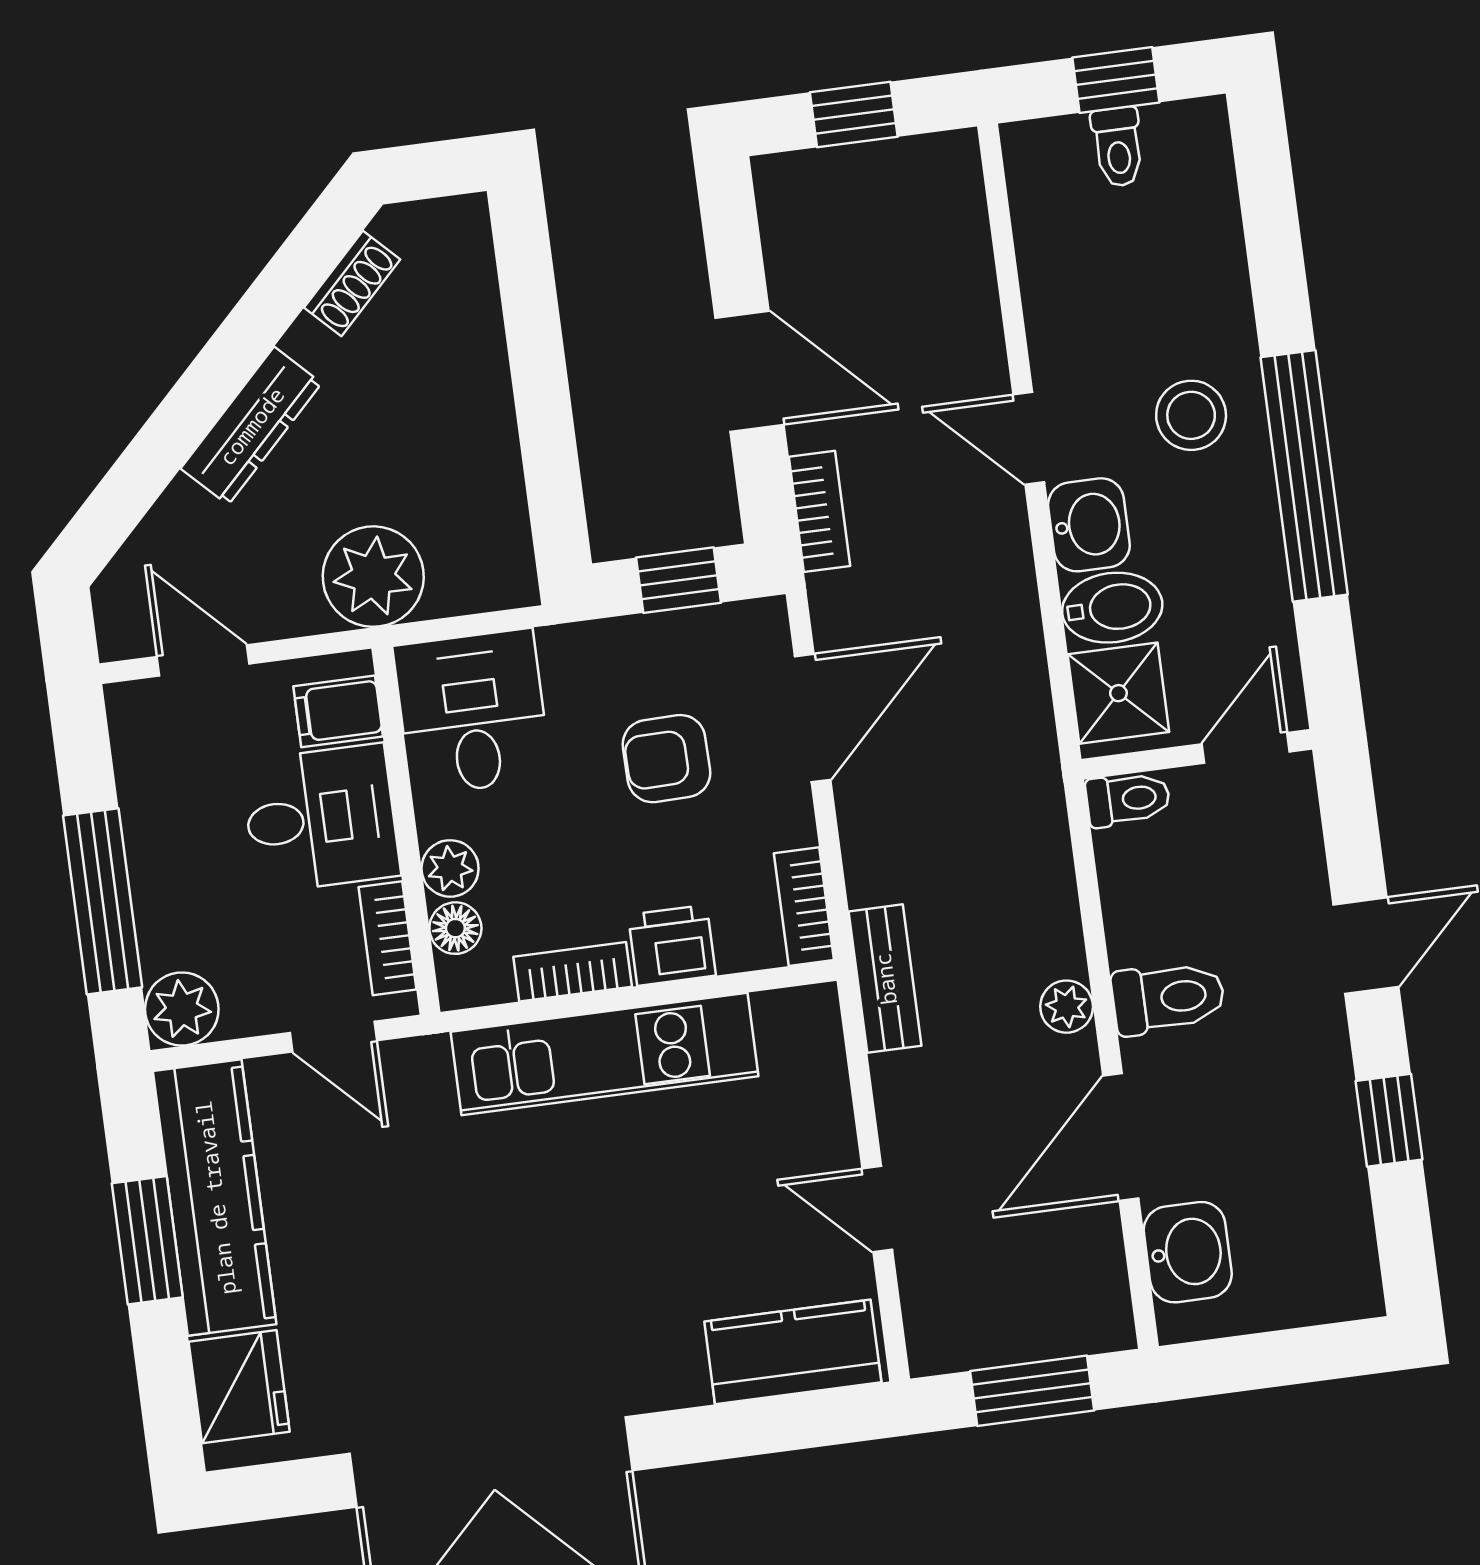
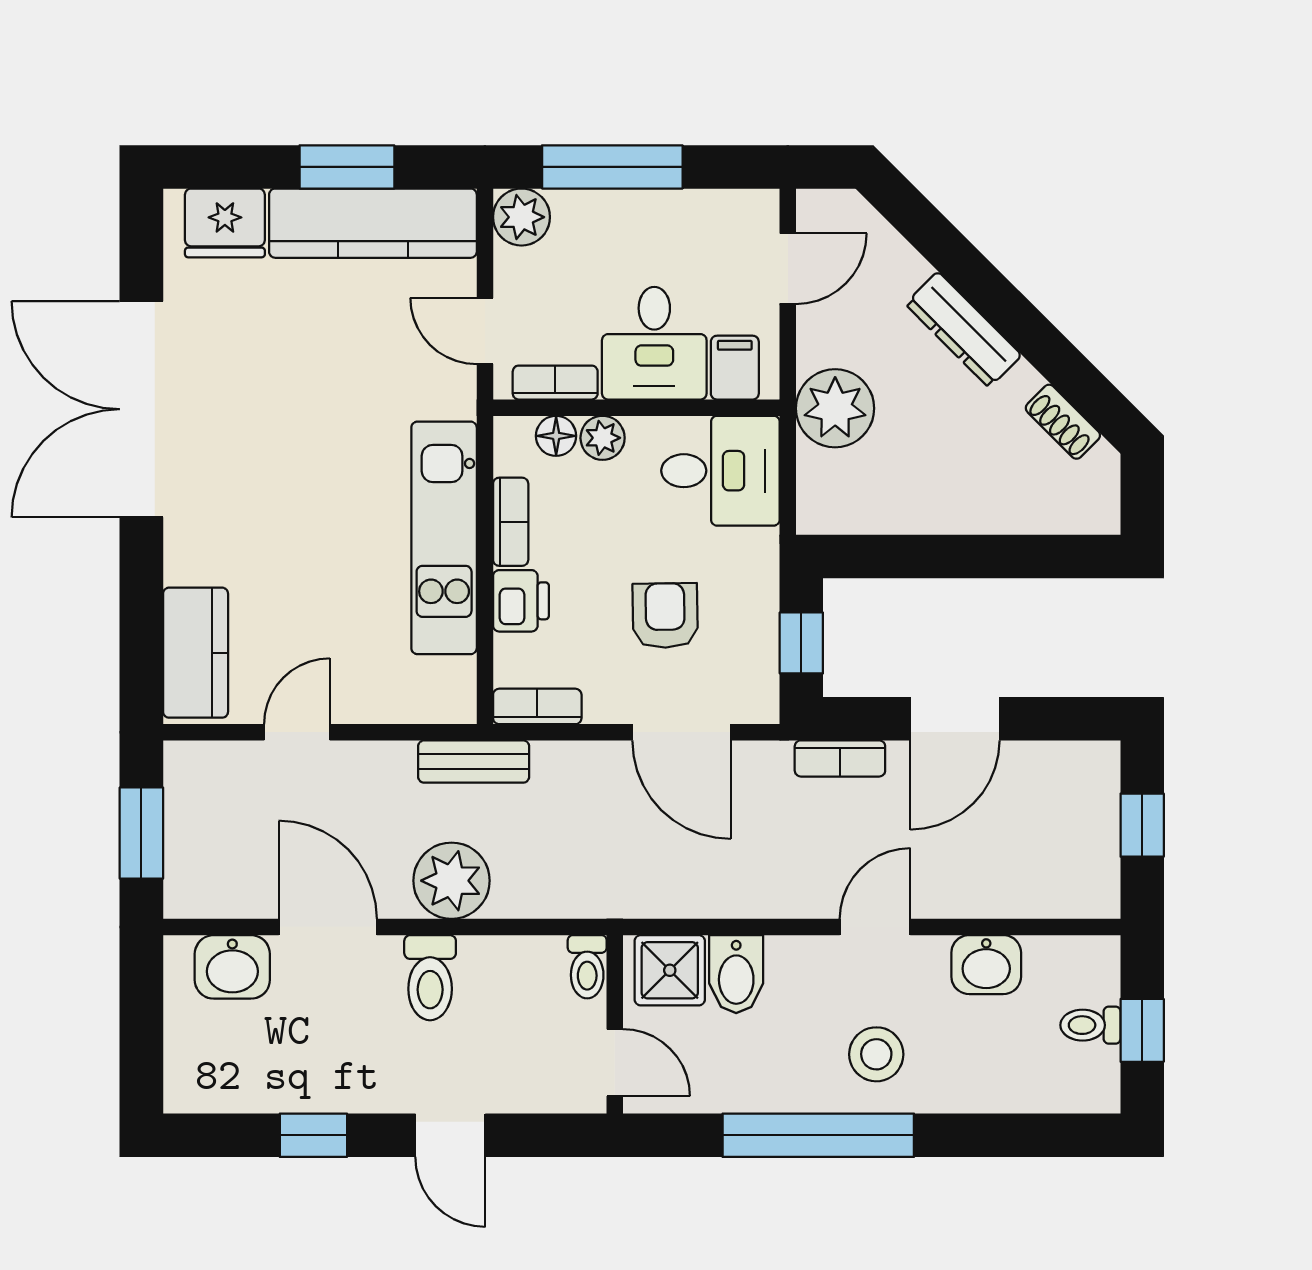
washbasin: (1089, 525) -> (986, 965), moved
plant: (1067, 1007) -> (452, 881), width x1.87, depth x1.87
door: (333, 1037) -> (485, 331), hinge flipped

